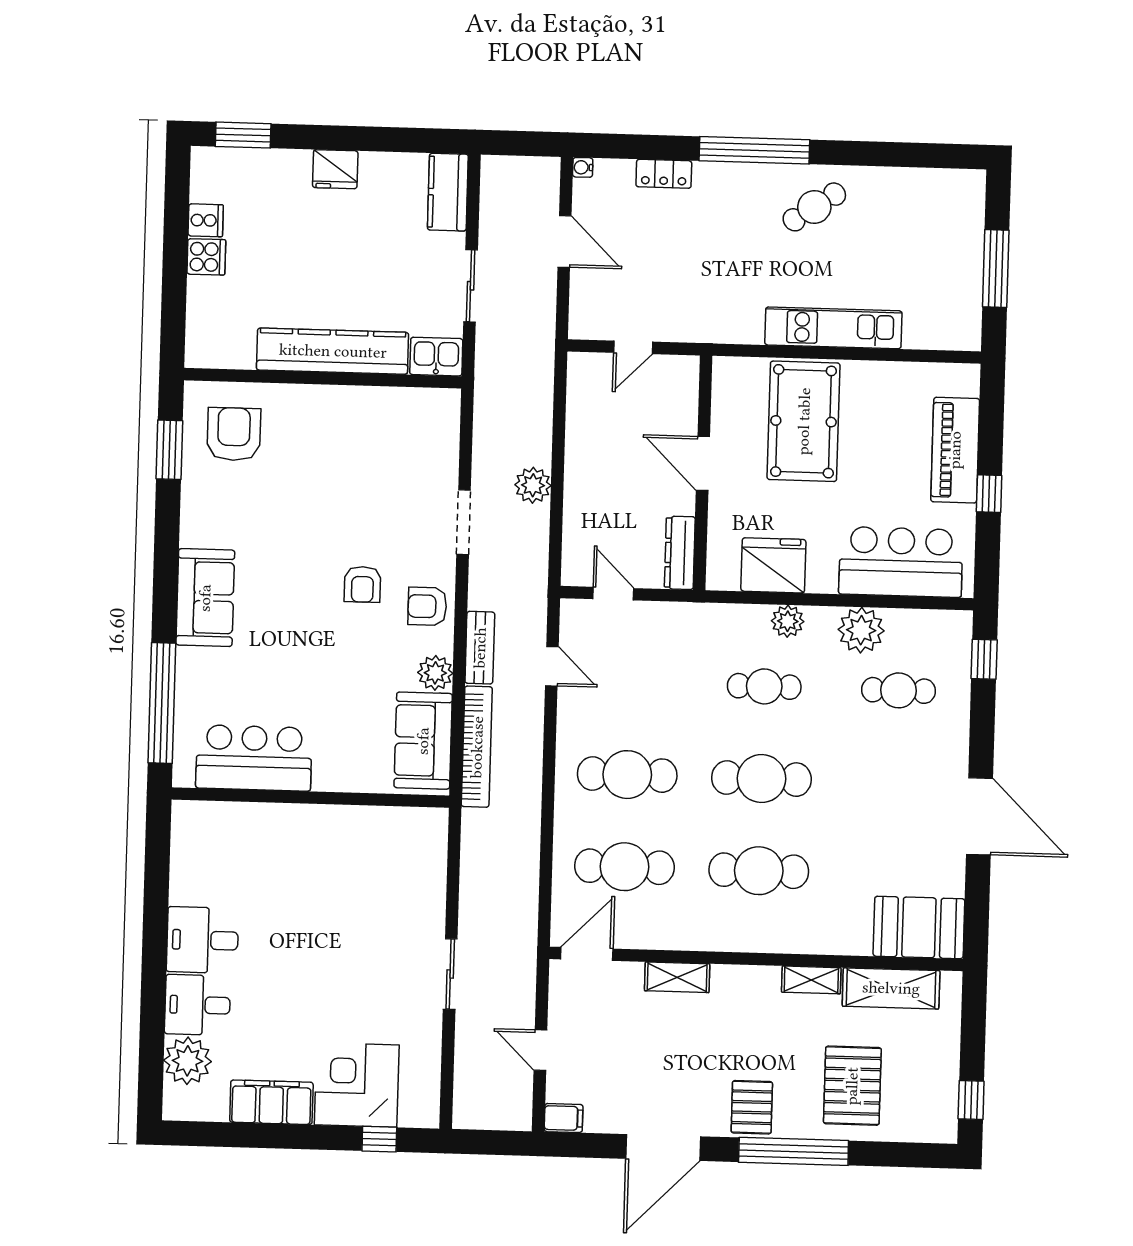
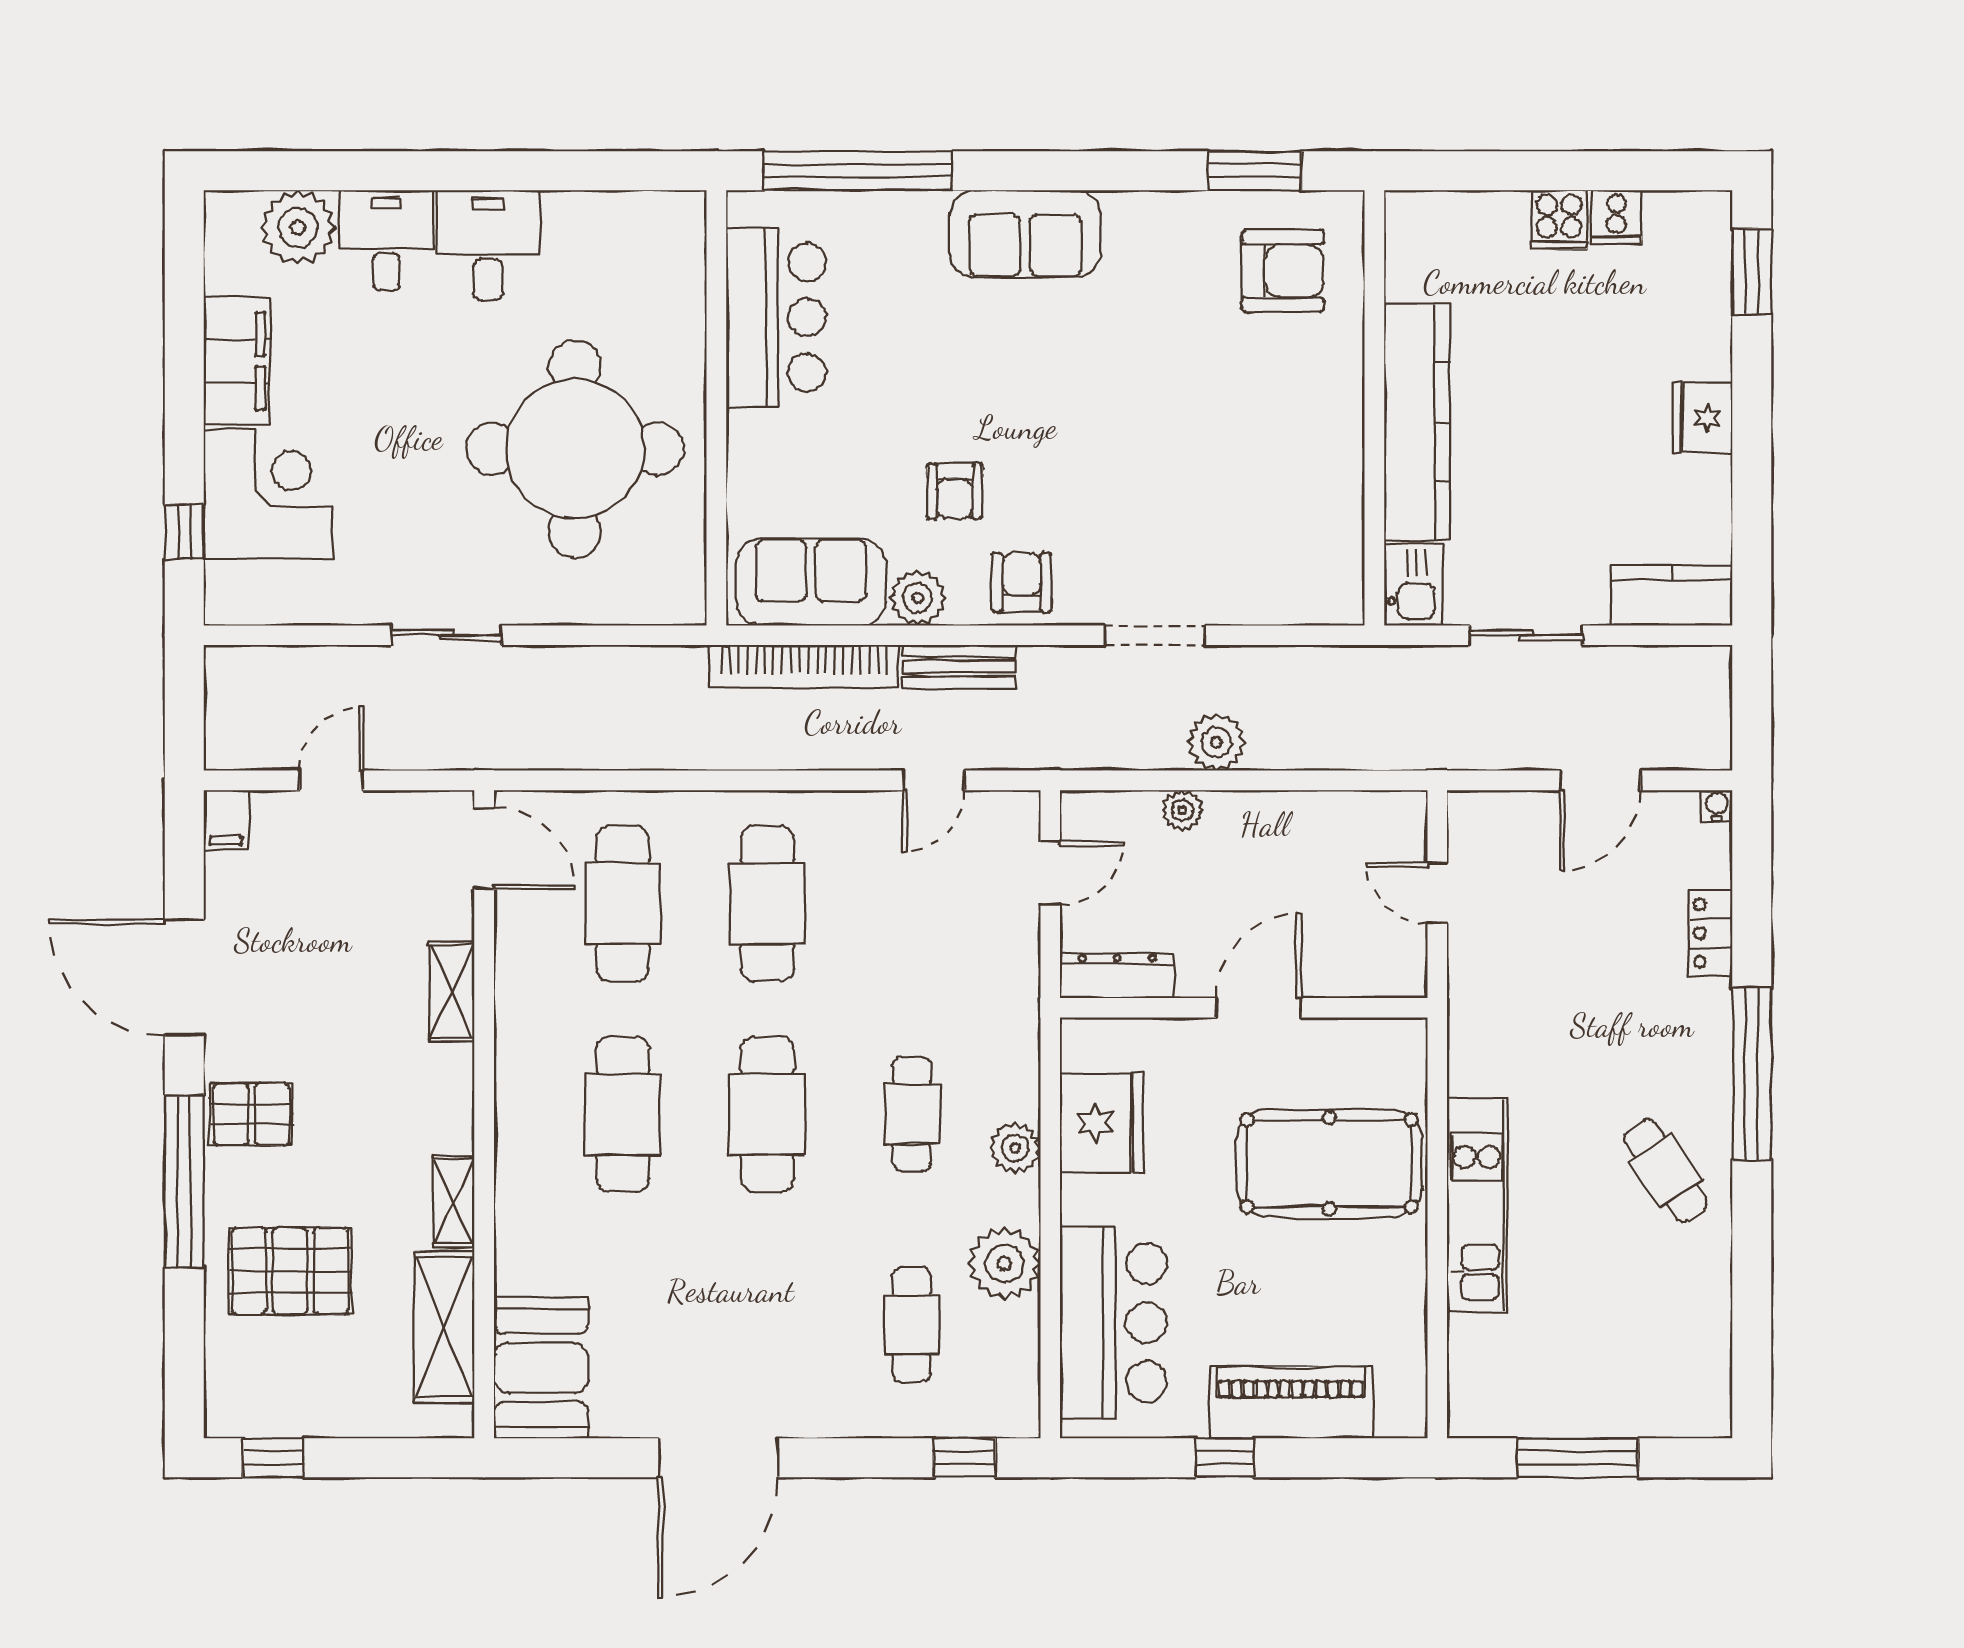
plant: (576, 508) -> (1182, 810), added
armchair: (362, 584) -> (955, 491), moved, turned -90
round table: (334, 889) -> (575, 449), added

